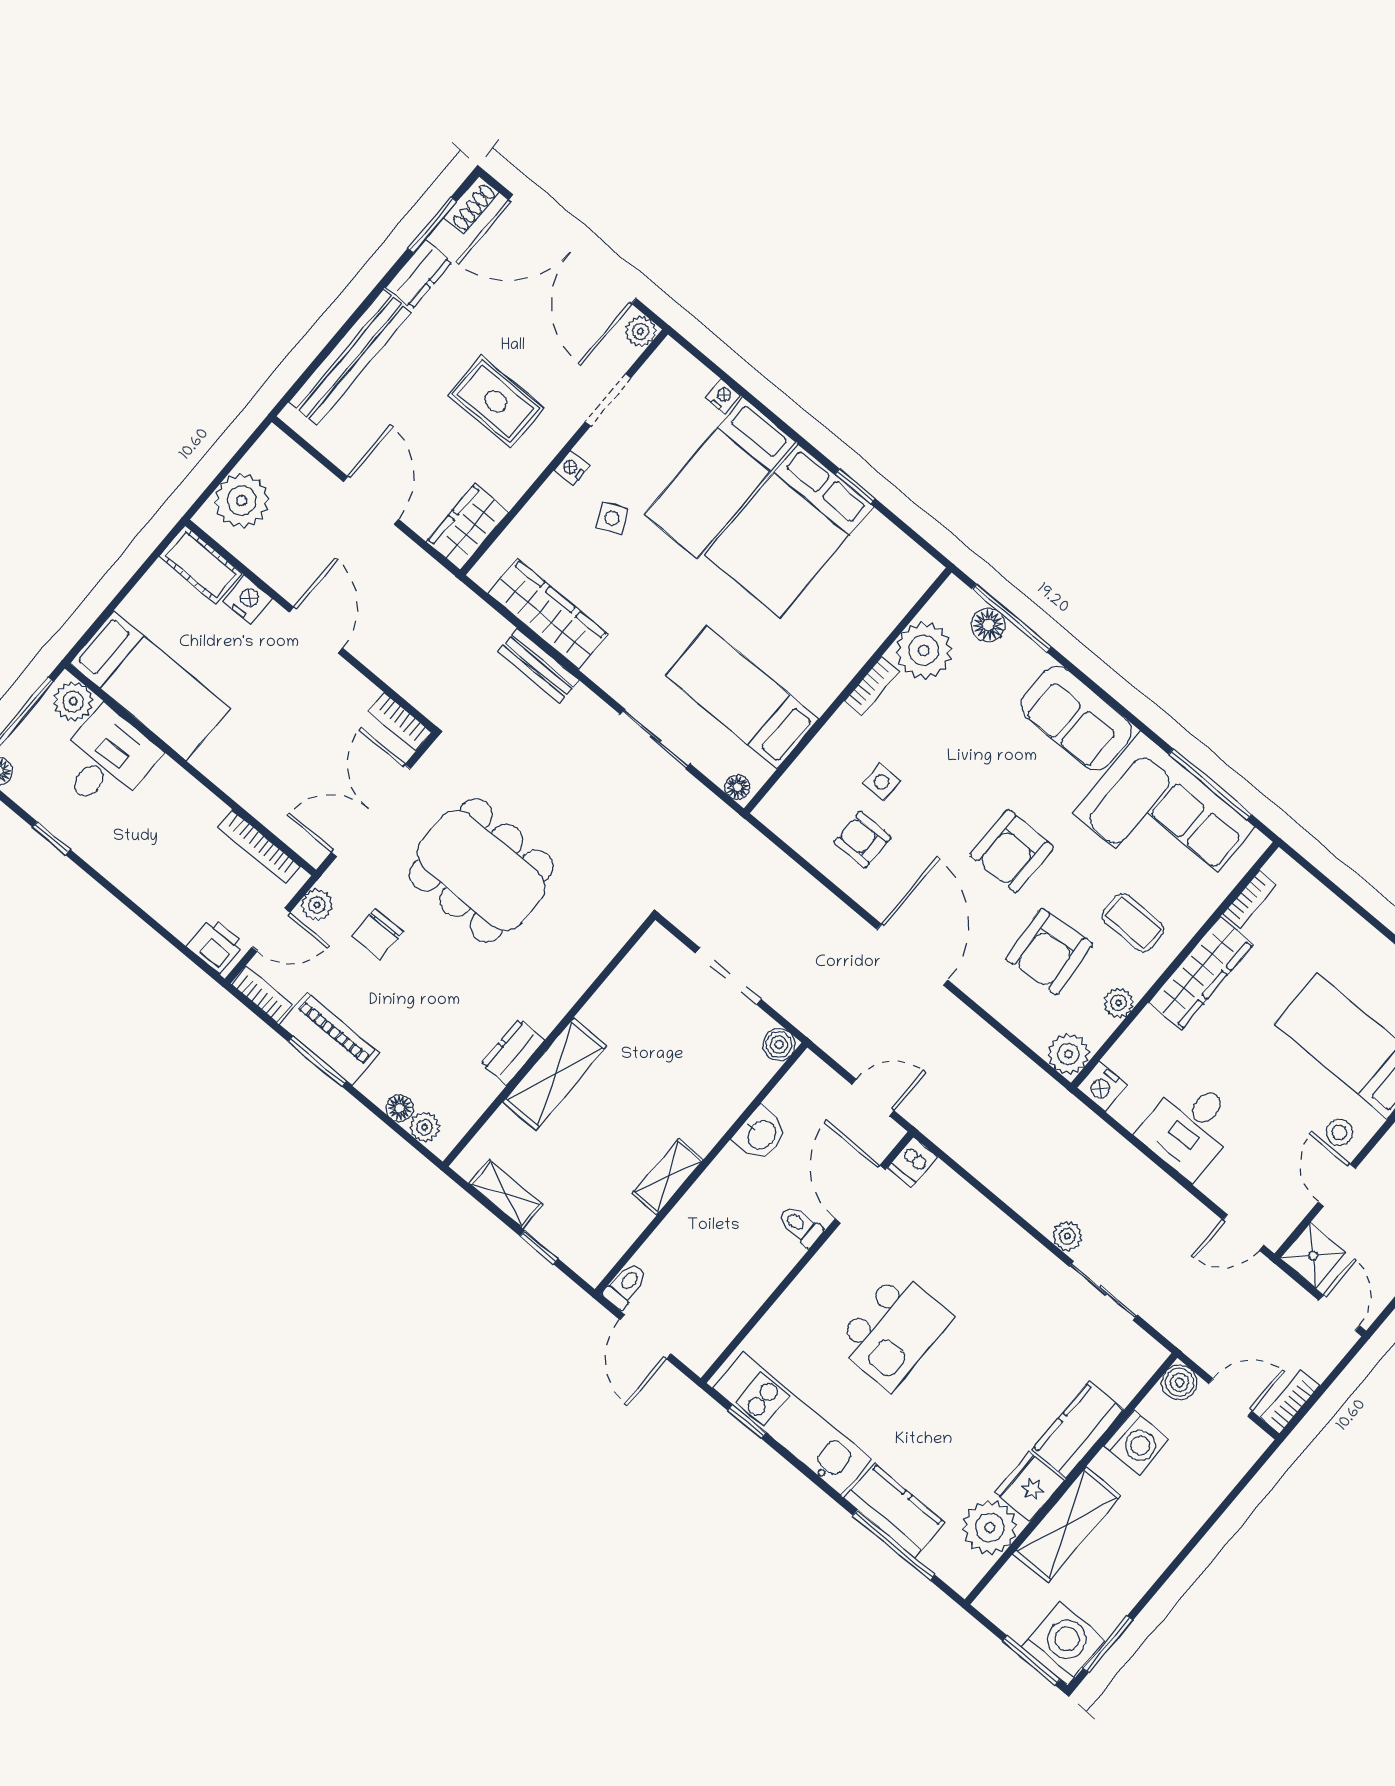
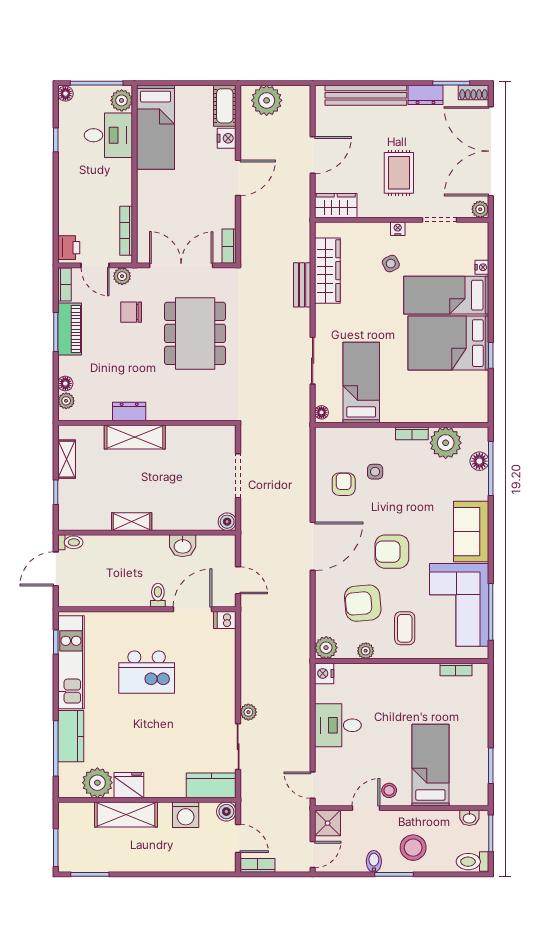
wardrobe: (1201, 973) -> (407, 675), removed
kitchen counter: (1078, 1430) -> (211, 785), moved
washing machine: (1063, 1644) -> (74, 855), removed

